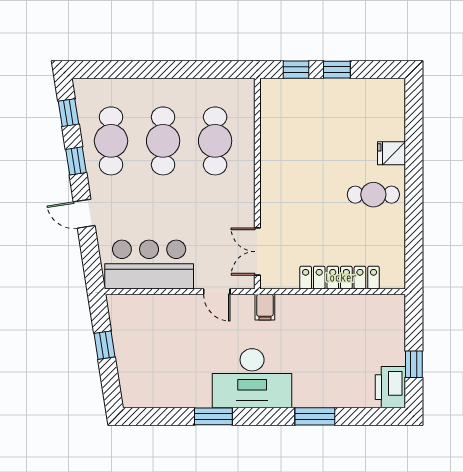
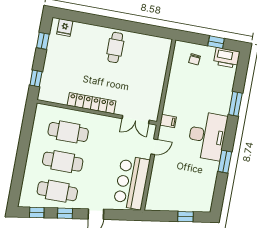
window: (337, 70) -> (43, 41), moved
fridge: (391, 153) -> (65, 28), moved
locker: (340, 278) -> (92, 103), moved, turned 90
chair: (378, 333) -> (195, 59), added
window: (105, 345) -> (185, 217), moved

